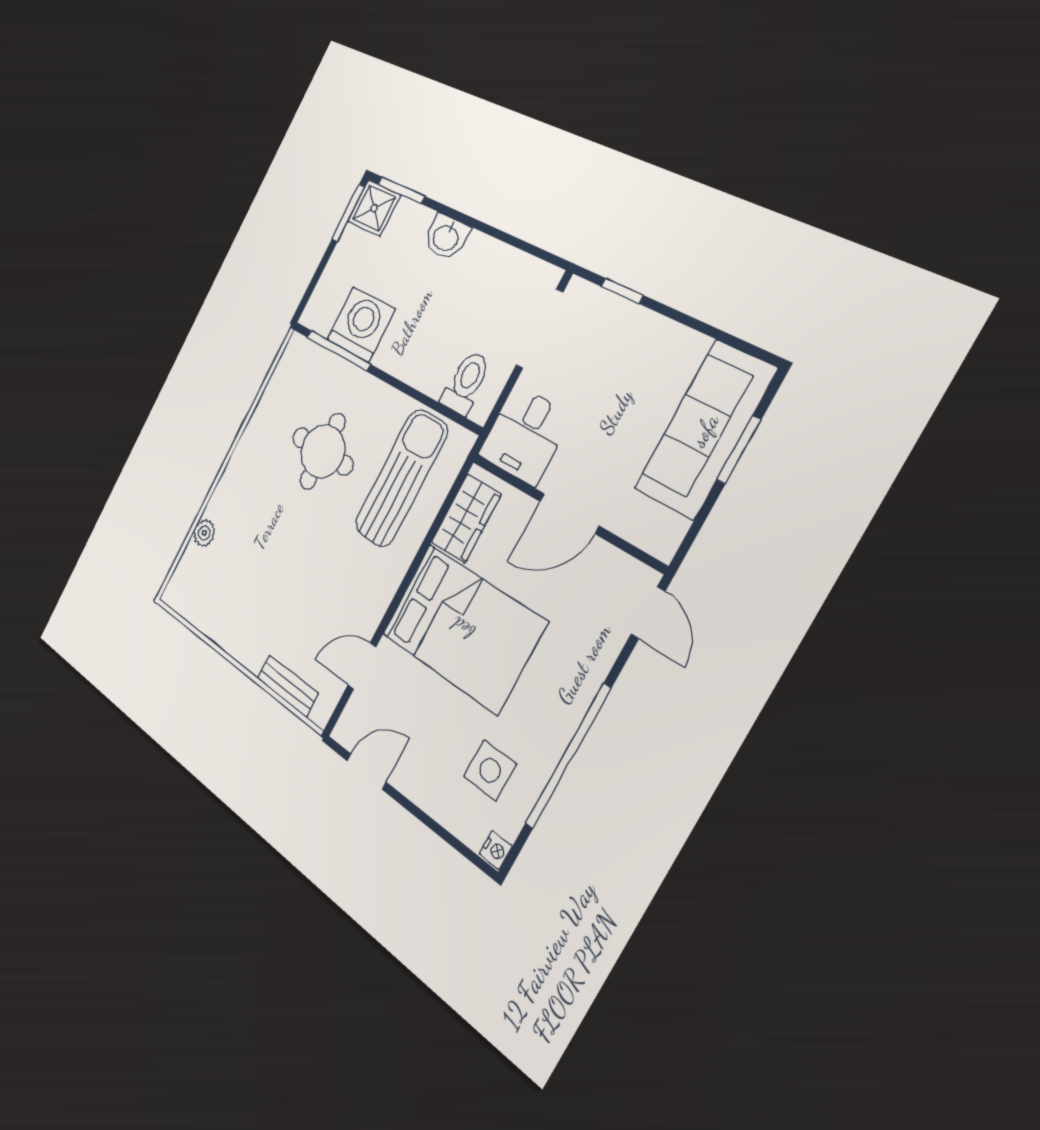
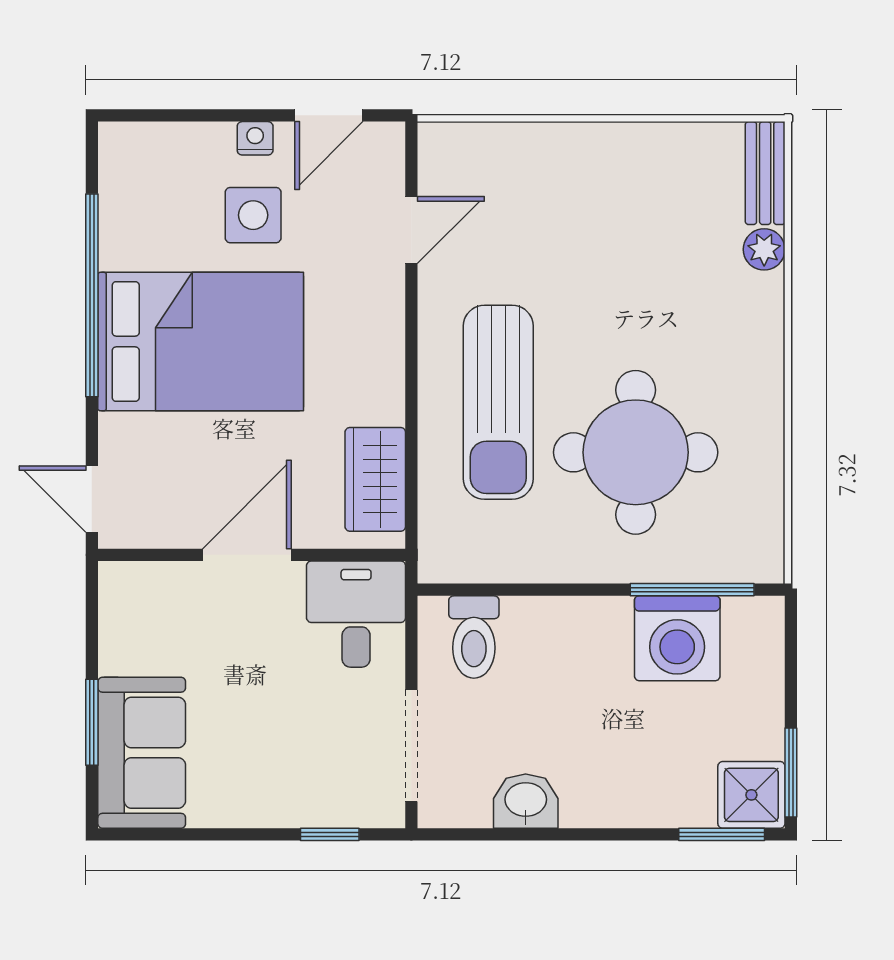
washbasin: (446, 237) -> (526, 801), moved
sofa: (705, 430) -> (142, 753), width x0.73
round table: (323, 451) -> (636, 452), width x1.36, depth x1.36
sun lounger: (401, 478) -> (498, 402), moved
bed: (463, 628) -> (201, 342), moved, turned 180
bench: (288, 686) -> (765, 173), moved, turned 90
side table: (490, 770) -> (253, 215), moved
nightstand: (496, 850) -> (255, 138), moved, turned 90

